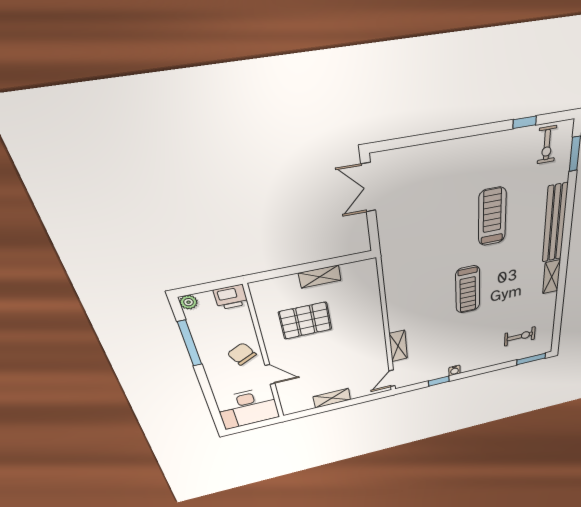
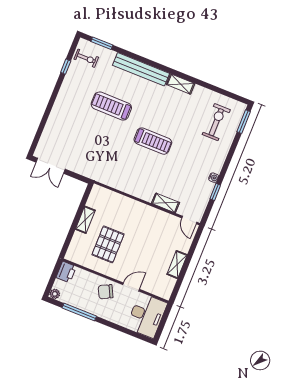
exercise bike: (520, 336) -> (216, 122), width x1.38, depth x1.39

